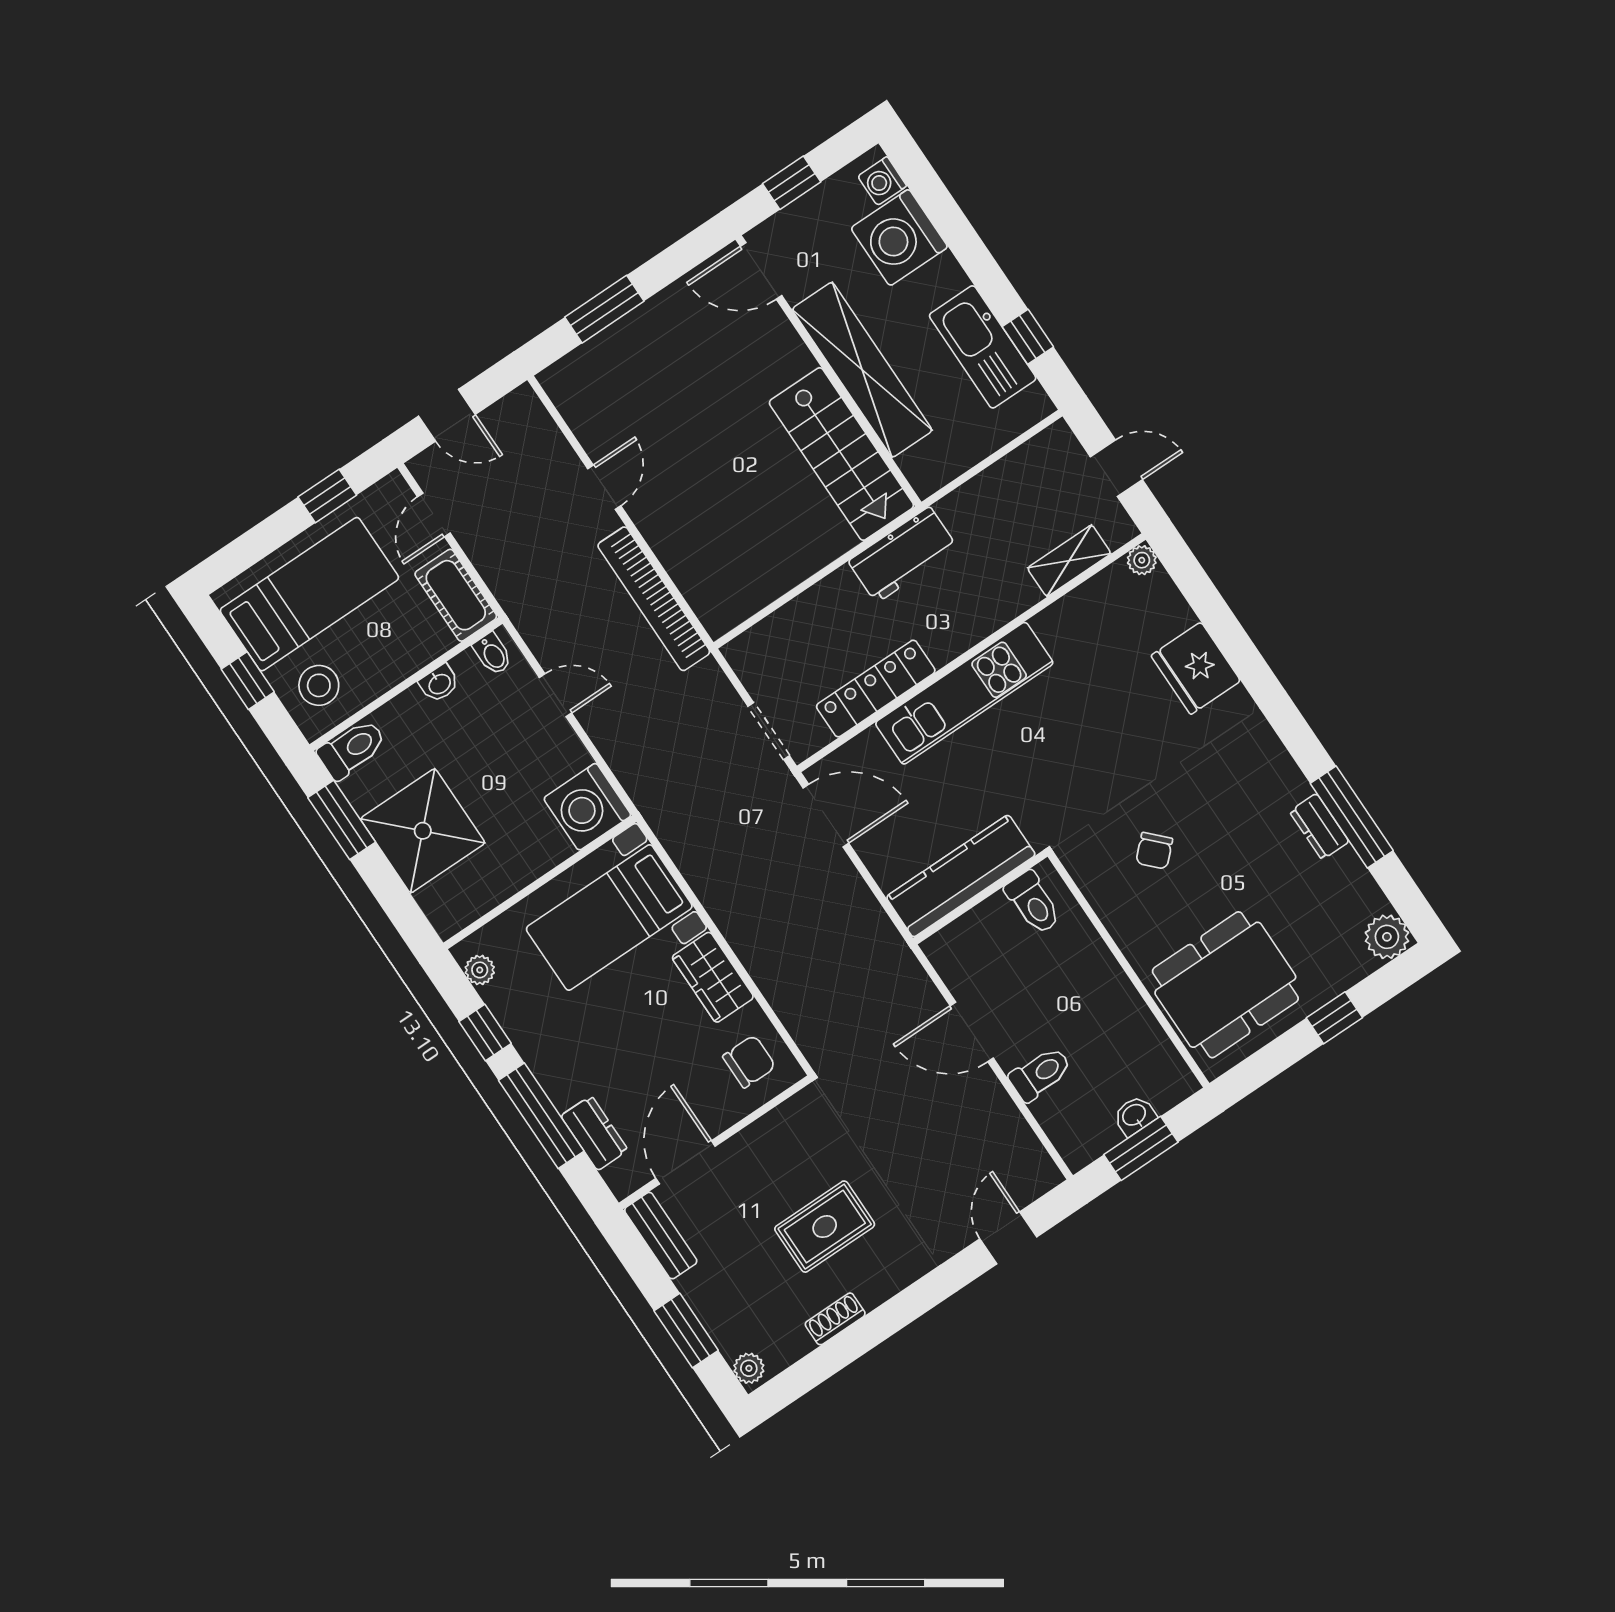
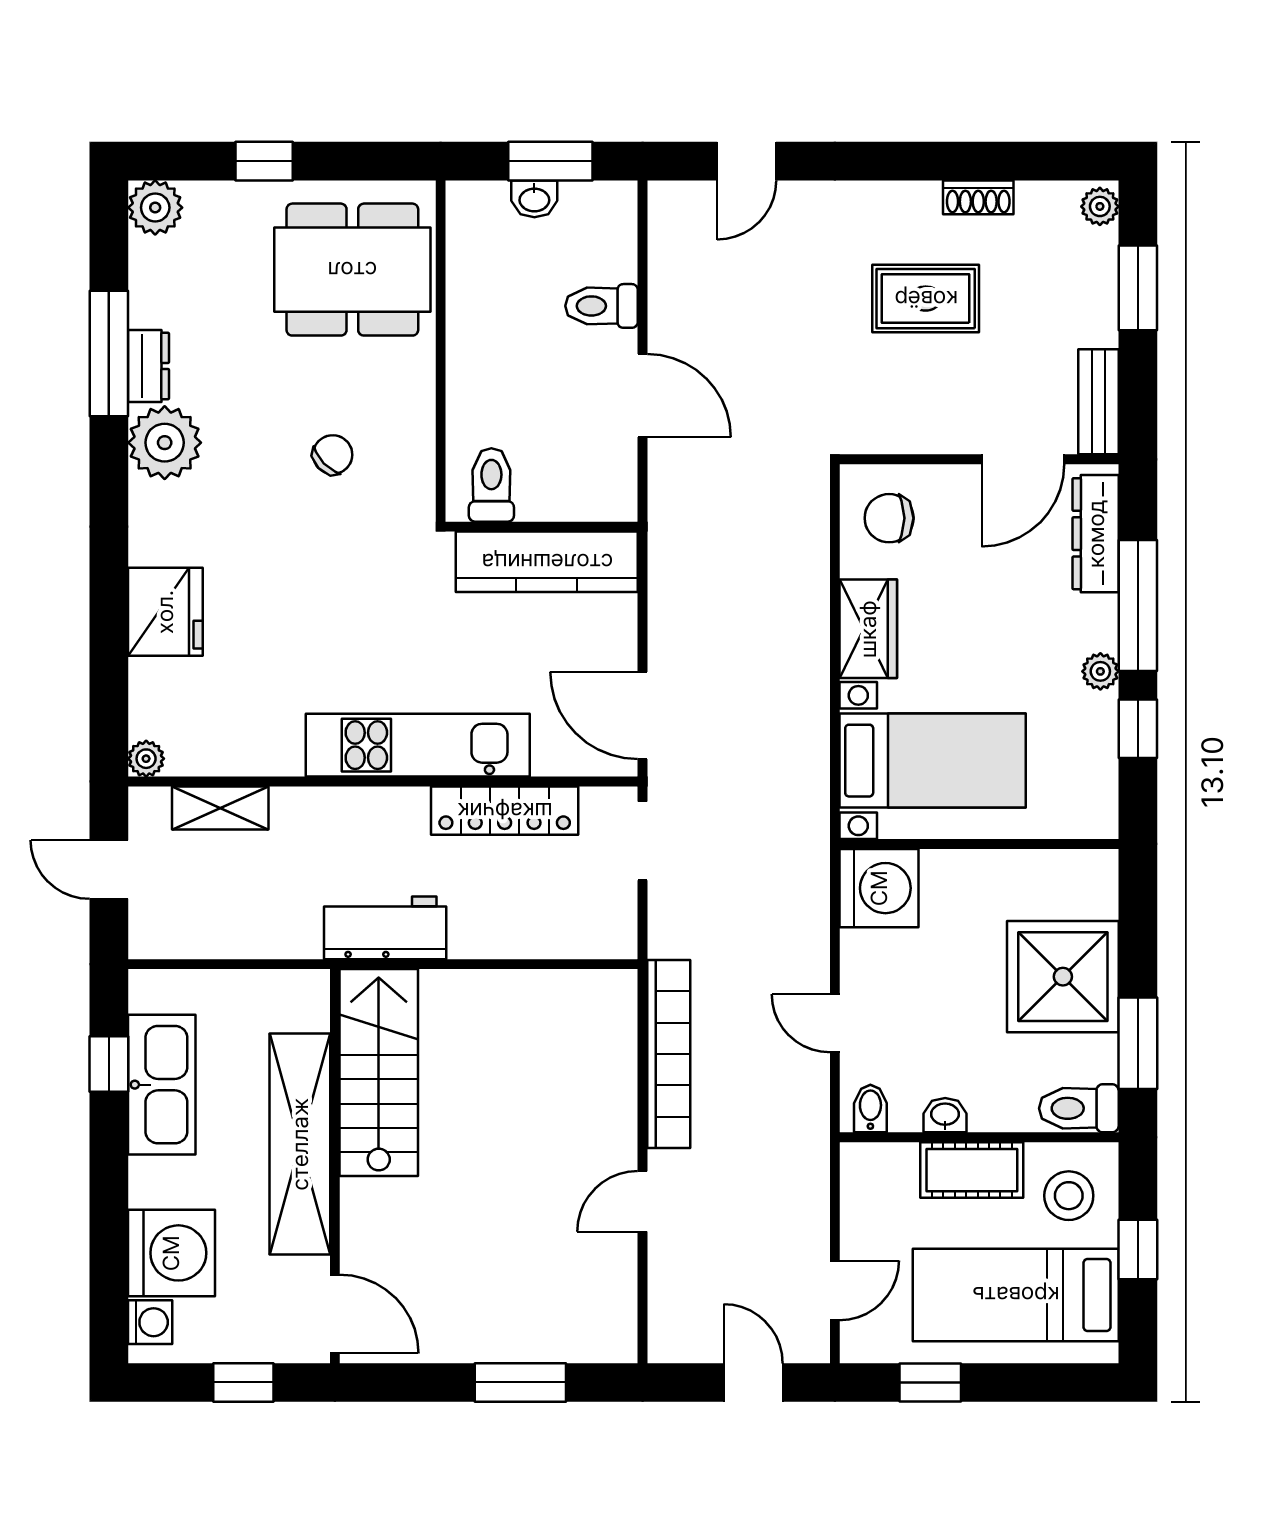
cot: (456, 595) -> (972, 1170), moved, turned 90
plant: (1273, 782) -> (165, 443), added
plant: (480, 970) -> (1100, 671), moved
dresser: (594, 1133) -> (1096, 534), width x1.44

